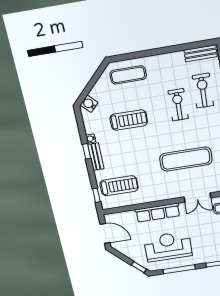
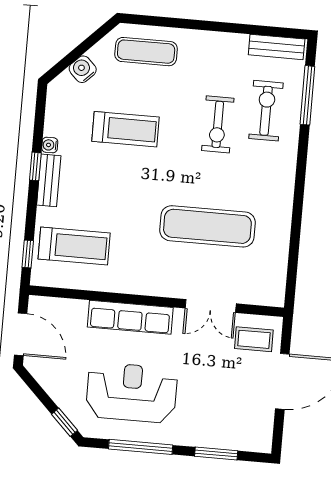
water cooler: (89, 104) -> (83, 69), moved
exercise bike: (178, 105) -> (218, 124), turned 180

